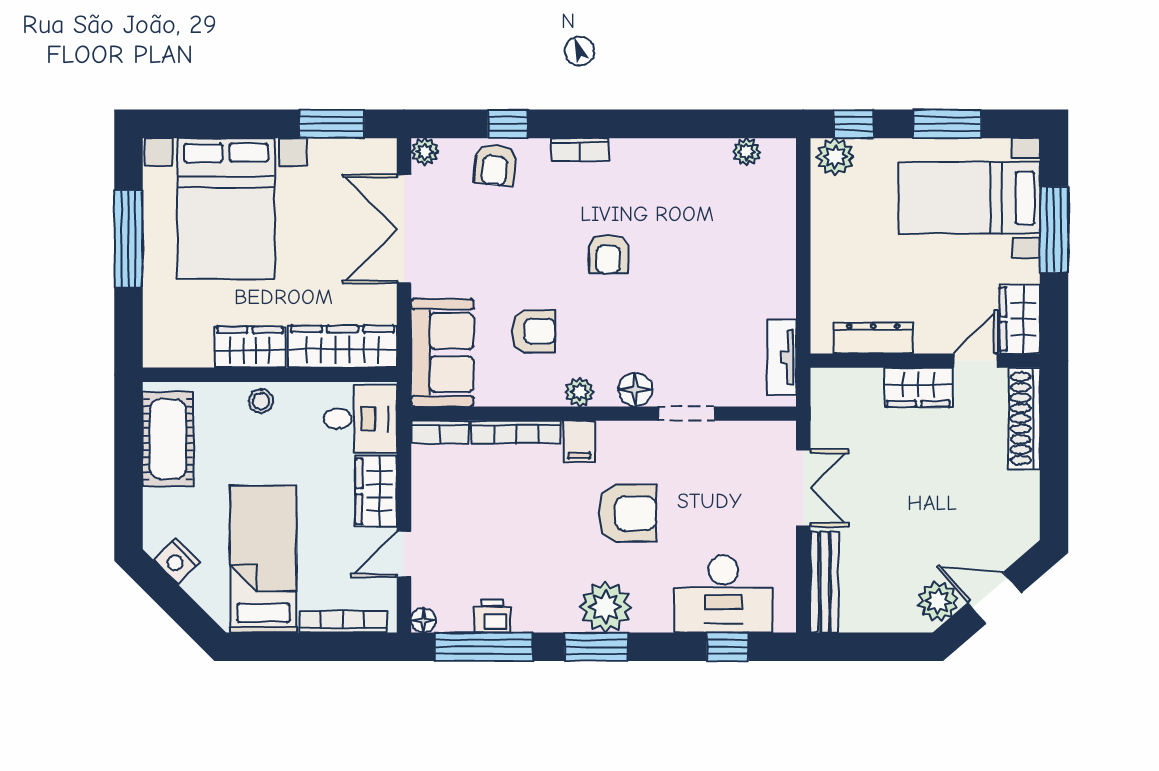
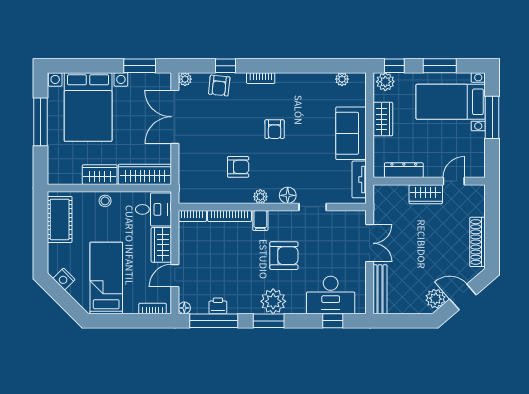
wardrobe: (1020, 319) -> (383, 119), moved, turned 180
sofa: (442, 353) -> (351, 133), moved, turned 180
shoe rack: (1024, 418) -> (478, 242), moved
bookcase: (343, 622) -> (153, 308), width x0.64

